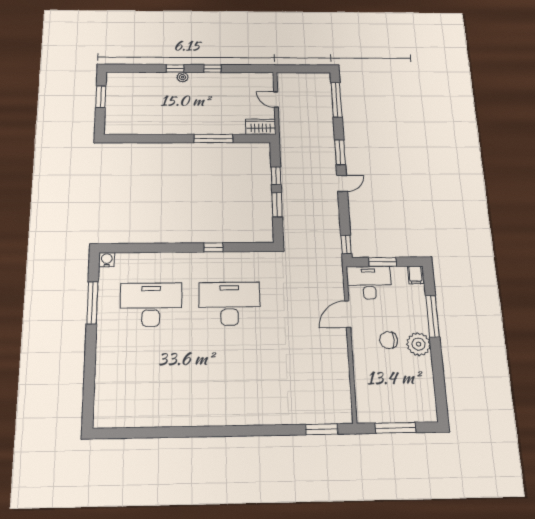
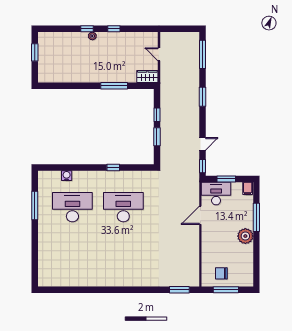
door: (342, 183) -> (202, 144), moved
water cooler: (107, 260) -> (67, 176), moved
chair: (389, 340) -> (221, 273), moved

